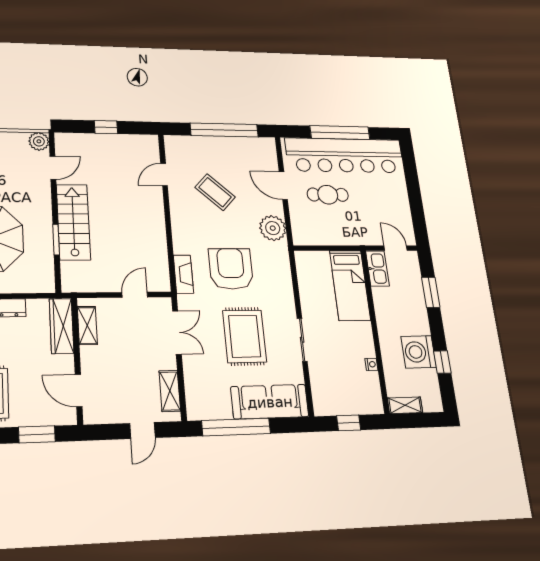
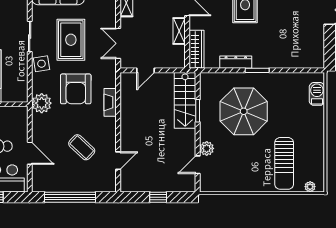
plant: (39, 141) -> (207, 148), moved
stairs: (73, 222) -> (185, 100), moved
plant: (273, 228) -> (42, 103), moved
fireplace: (183, 274) -> (110, 102), moved
side table: (282, 302) -> (41, 64), added
shelving: (87, 325) -> (179, 31), moved

